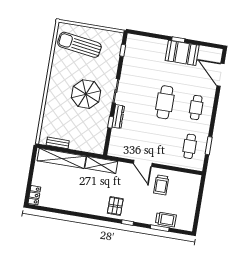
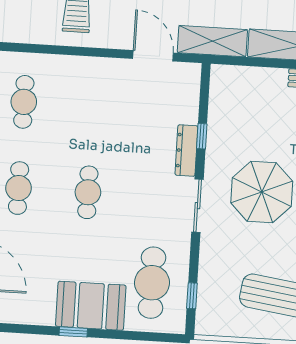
booth: (182, 53) -> (91, 306), moved
cafe table: (140, 58) -> (152, 283), added
cafe table: (165, 102) -> (88, 192), width x0.73, depth x0.74
door: (143, 163) -> (153, 56), moved

